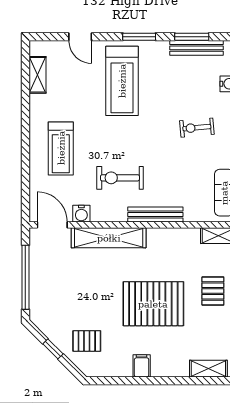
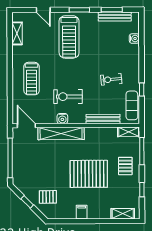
exercise bike: (197, 128) -> (111, 79), moved
water cooler: (81, 214) -> (62, 119), moved
bench: (155, 215) -> (103, 119), moved

